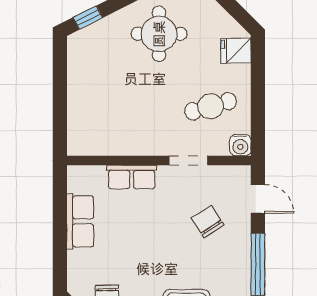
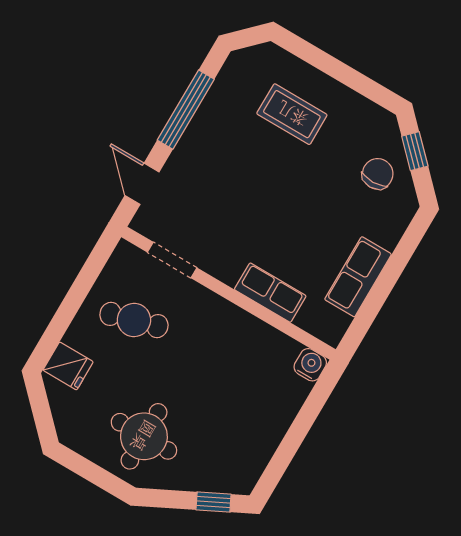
water cooler: (240, 145) -> (310, 365), moved
doorway: (188, 160) -> (172, 260), moved
chair: (208, 222) -> (214, 192), removed

